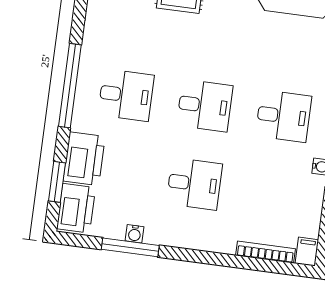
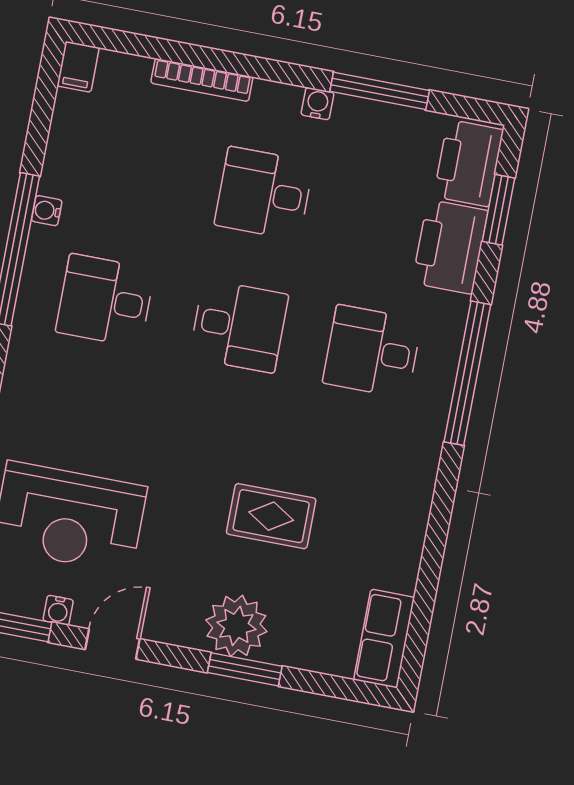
desk: (205, 106) -> (239, 326), turned 180
water cooler: (135, 234) -> (317, 104), moved
bookcase: (265, 252) -> (202, 80), moved

